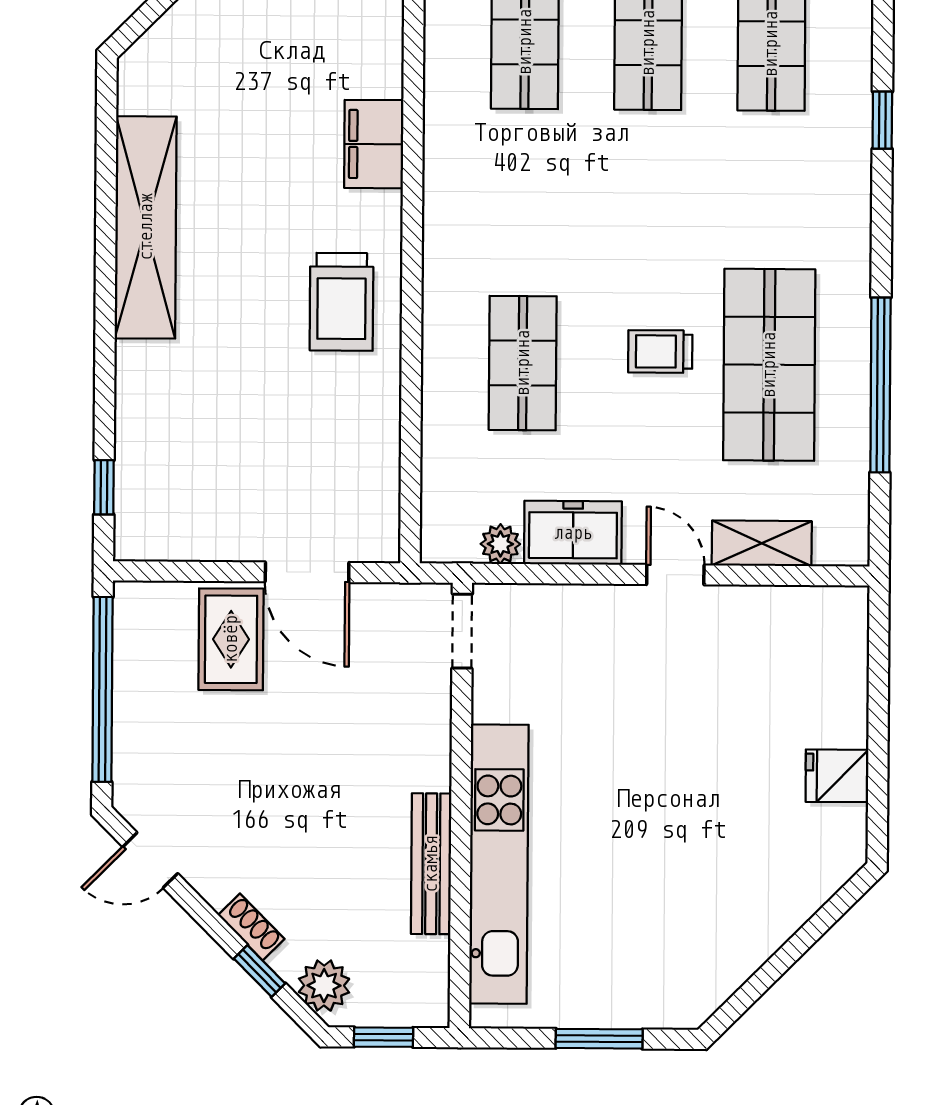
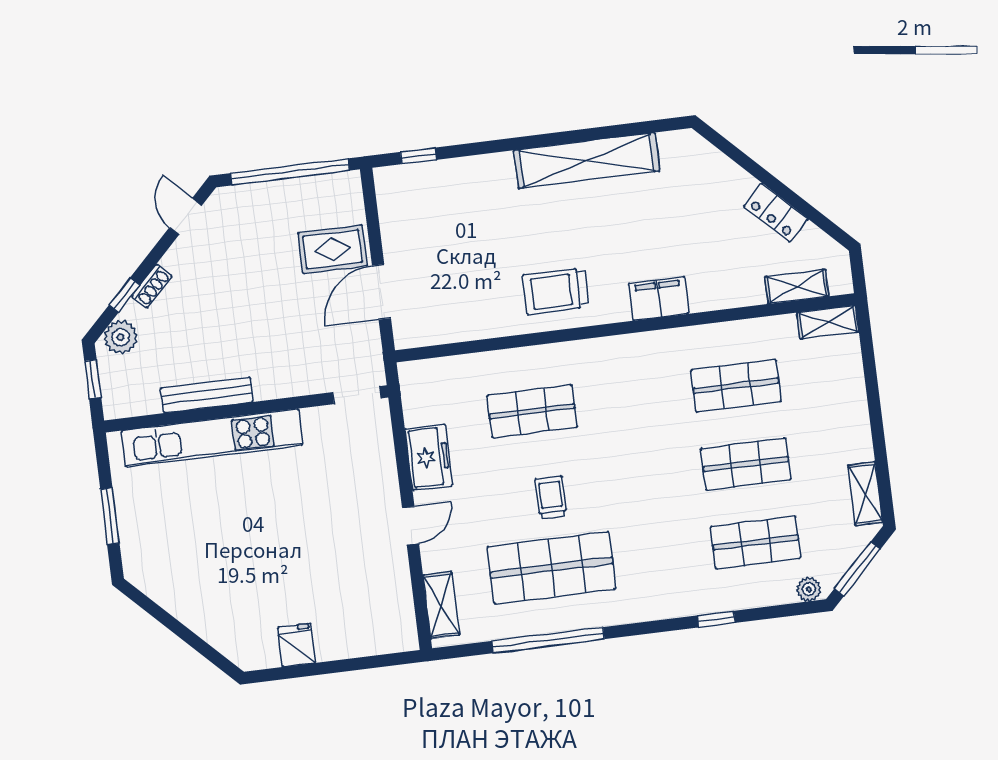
shelving: (762, 543) -> (441, 605), moved
plant: (500, 544) -> (415, 412), removed

